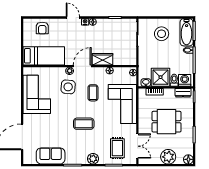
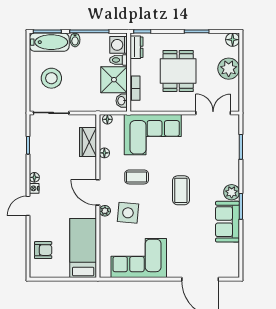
wardrobe: (102, 59) -> (88, 142), moved
rug: (117, 148) -> (216, 142), removed
sofa: (51, 156) -> (228, 222), moved
plant: (93, 159) -> (232, 192), moved

